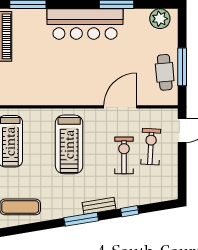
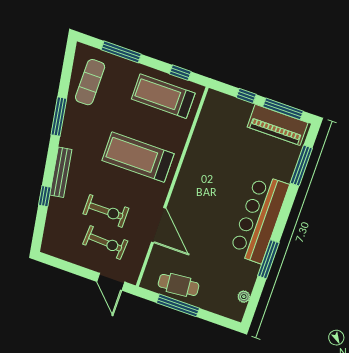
plant: (160, 19) -> (244, 297), width x0.53, depth x0.53
bench: (99, 206) -> (61, 172), width x1.36
window: (81, 219) -> (59, 117), moved

